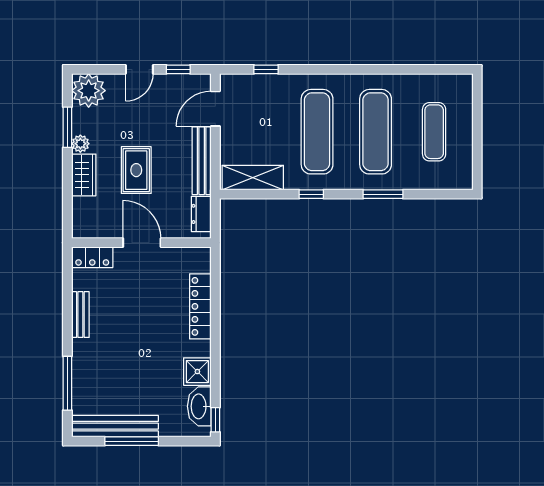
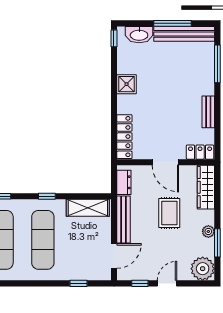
wardrobe: (84, 175) -> (206, 187), moved, width x1.50
locker: (200, 306) -> (124, 137), moved
shower: (197, 372) -> (127, 84), moved
washbasin: (199, 406) -> (139, 35), moved, turned 90

